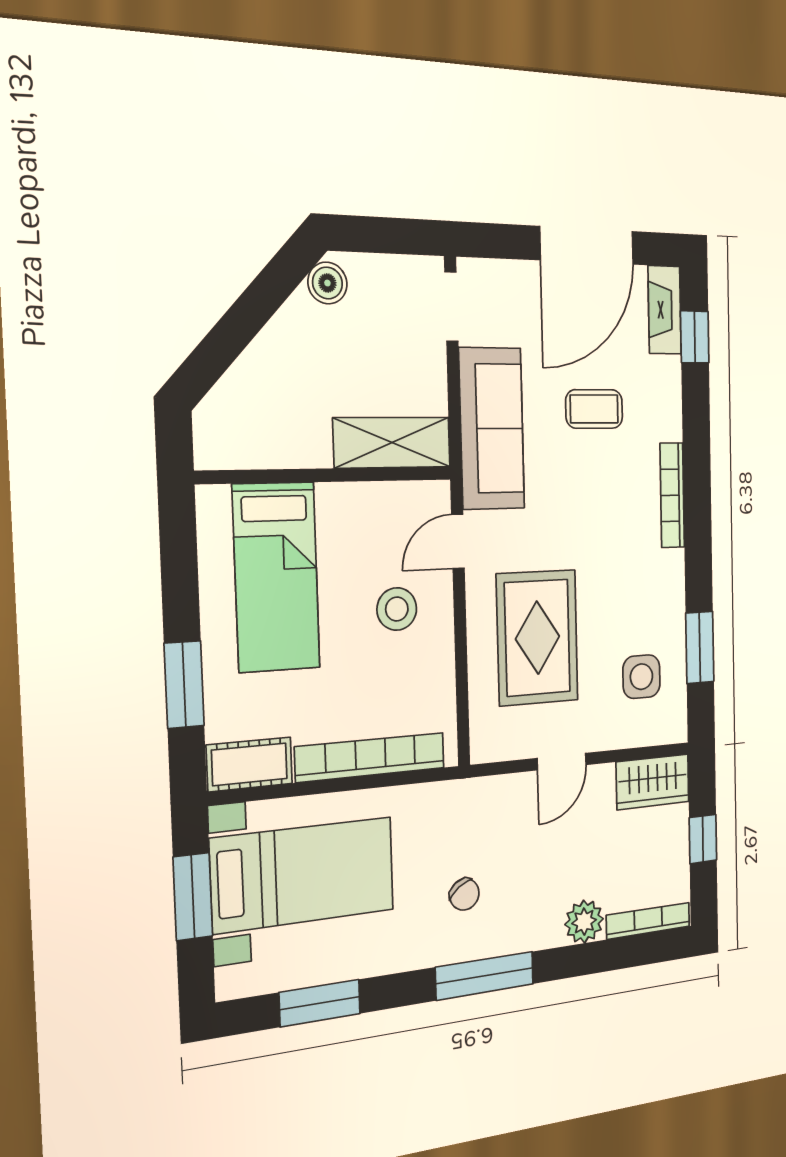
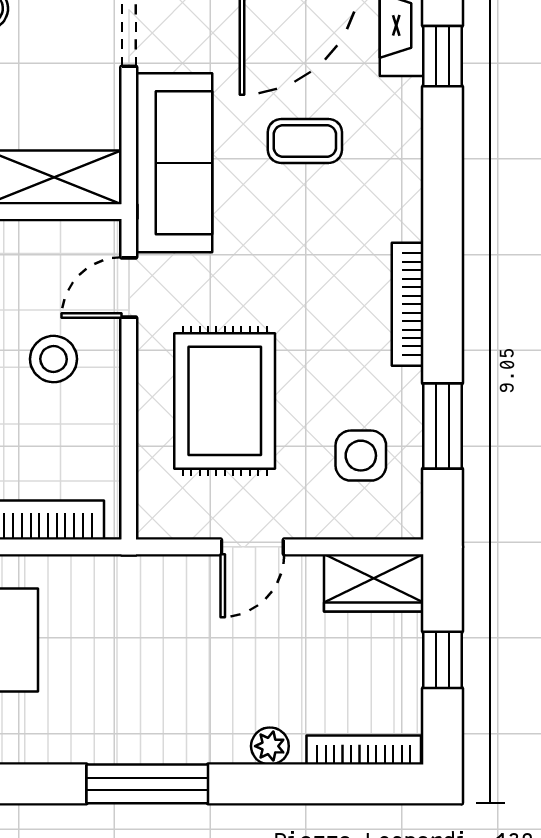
bookcase: (672, 495) -> (408, 304), moved
chair: (464, 894) -> (125, 687), removed
plant: (584, 922) -> (270, 746), width x0.73, depth x0.73

